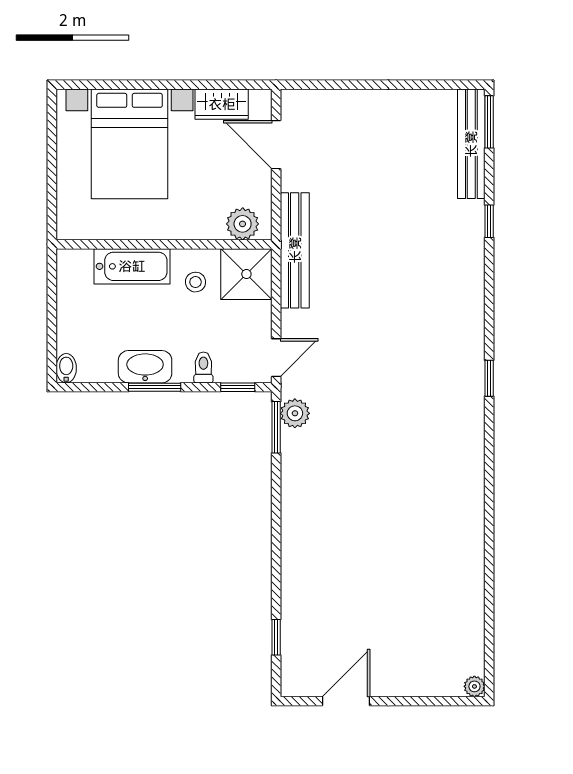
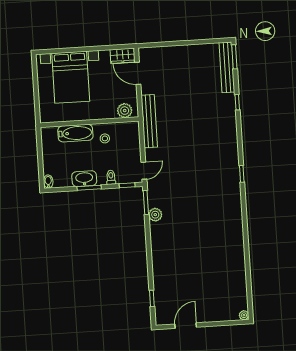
wardrobe: (222, 104) -> (123, 56), moved
shower: (246, 274) -> (128, 133), removed
plant: (295, 413) -> (155, 215), moved

